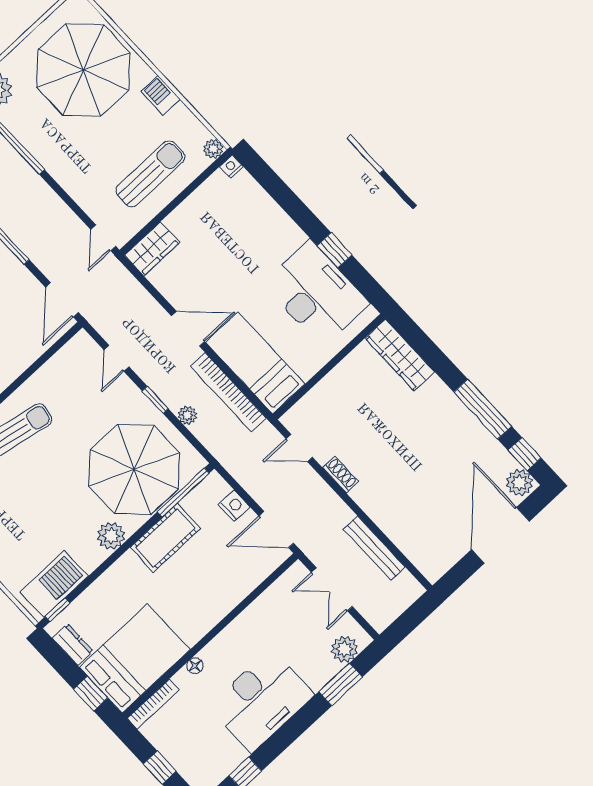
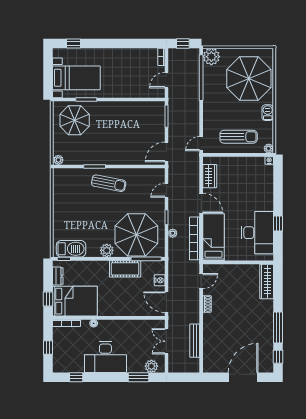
wardrobe: (152, 249) -> (210, 176), moved, turned -90
door: (299, 448) -> (201, 281), swing flipped
plant: (519, 483) -> (267, 365), removed

